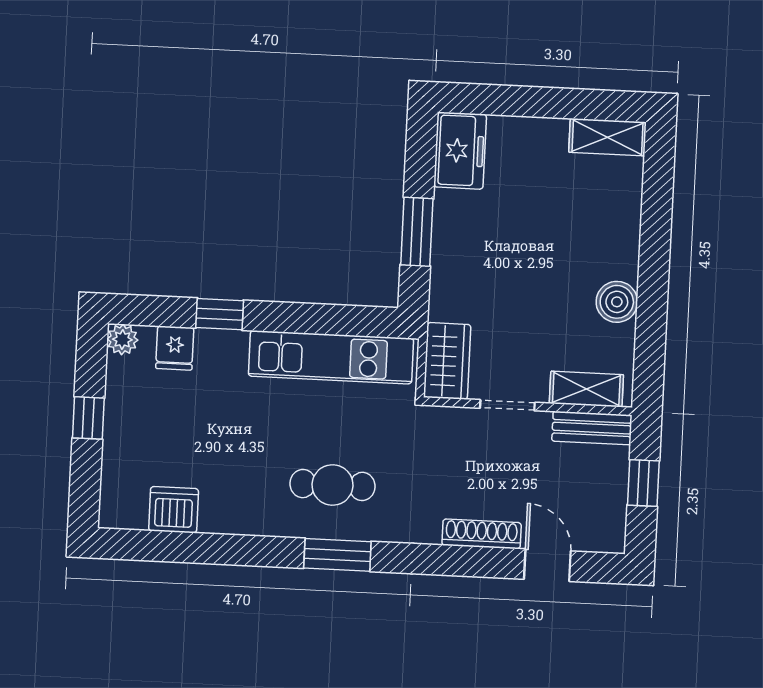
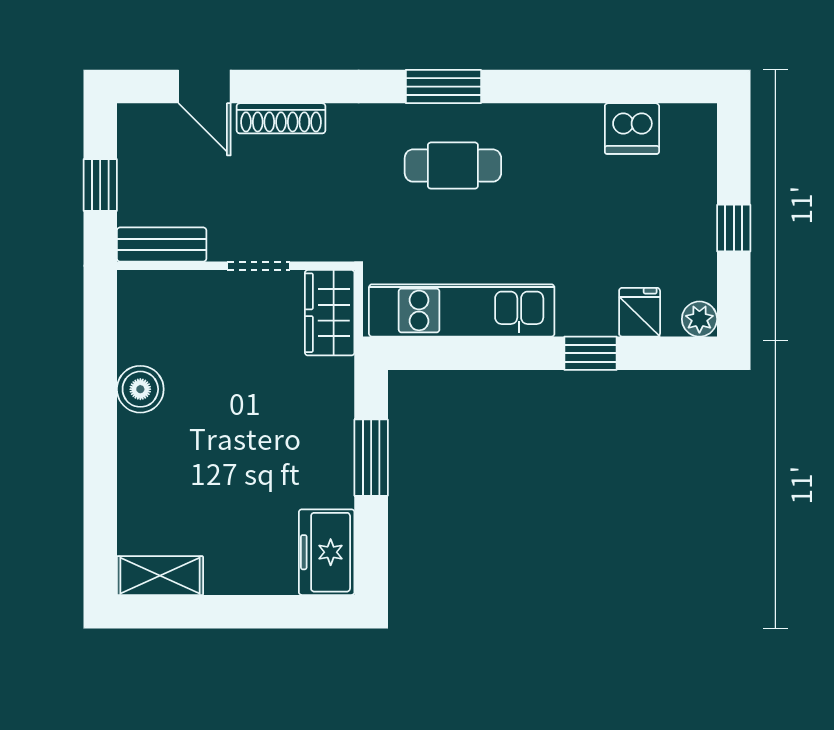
shelving: (586, 389) -> (170, 288), removed

